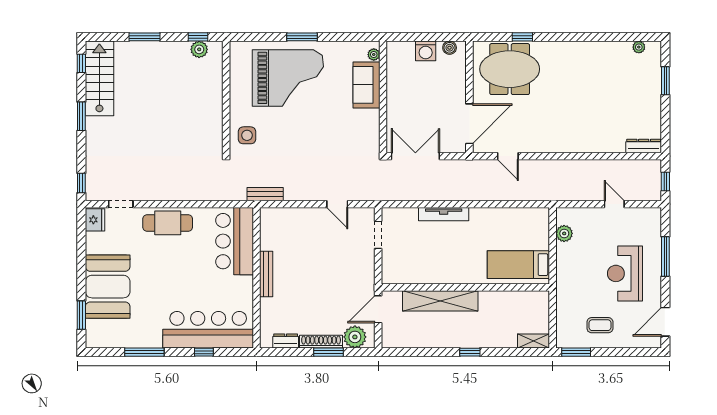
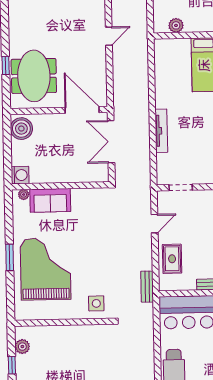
window: (198, 37) -> (12, 365), moved
boiler: (450, 48) -> (21, 129), width x1.86, depth x1.86
washing machine: (426, 51) -> (20, 175), moved
double door: (415, 156) -> (111, 142), moved
door: (508, 156) -> (109, 36), moved
rug: (296, 223) -> (172, 259), added

